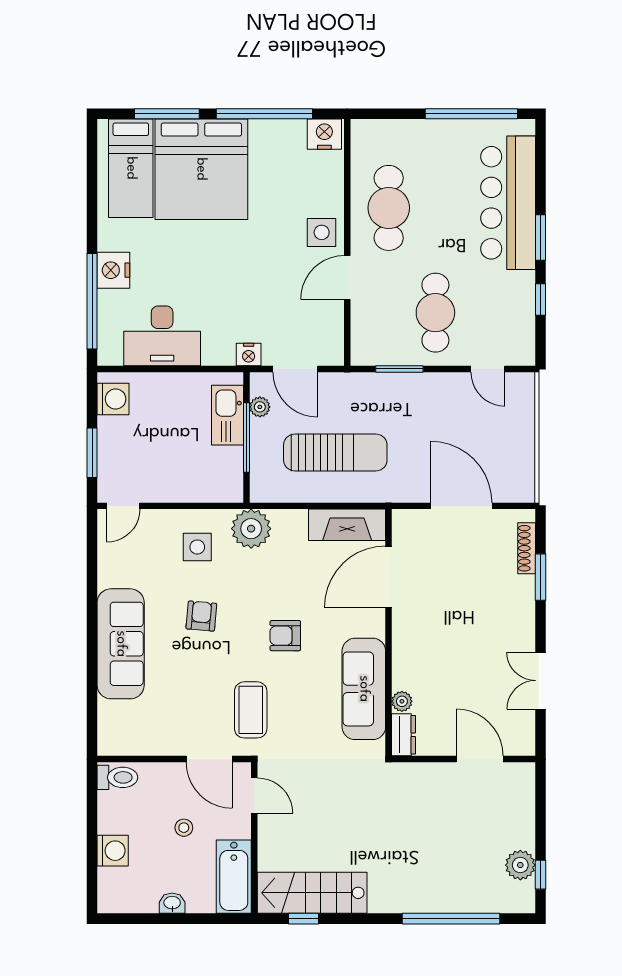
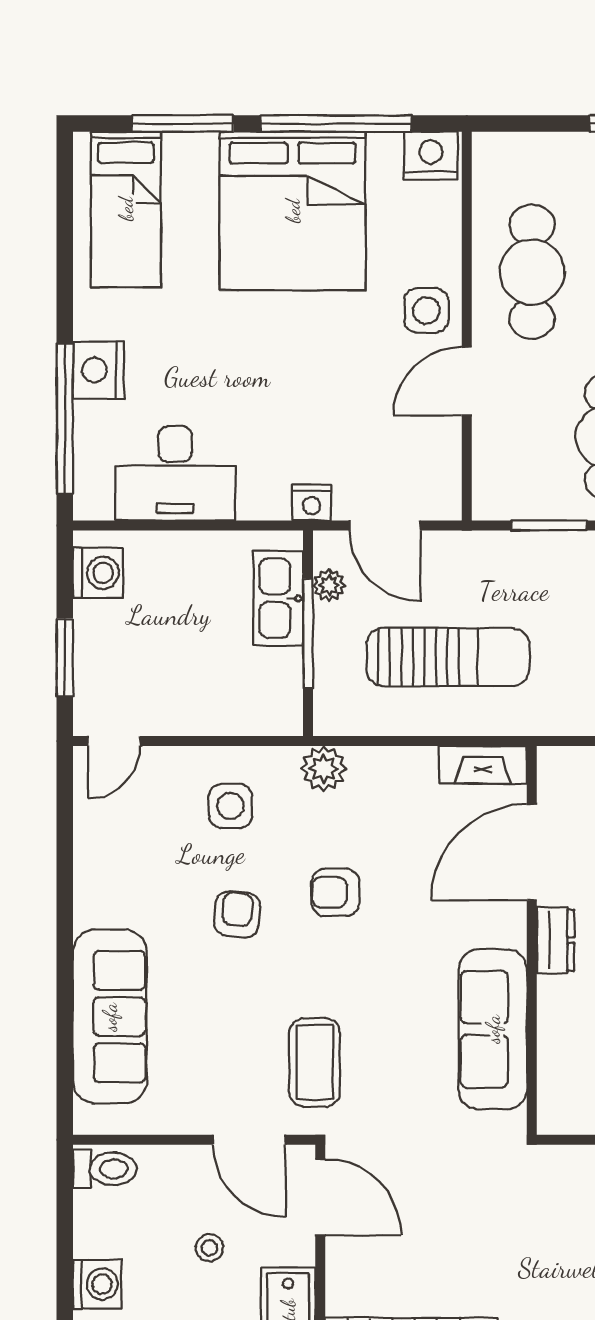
bed: (201, 169) -> (293, 211), moved
fireplace: (347, 525) -> (483, 765), width x0.73, depth x0.76
plant: (251, 529) -> (324, 769), width x0.73, depth x0.73
armchair: (285, 636) -> (335, 892), moved
sofa: (121, 644) -> (110, 1017), moved
plant: (402, 701) -> (553, 1049), removed
dresser: (404, 735) -> (555, 940), moved
door: (254, 795) -> (320, 1197), width x1.38

